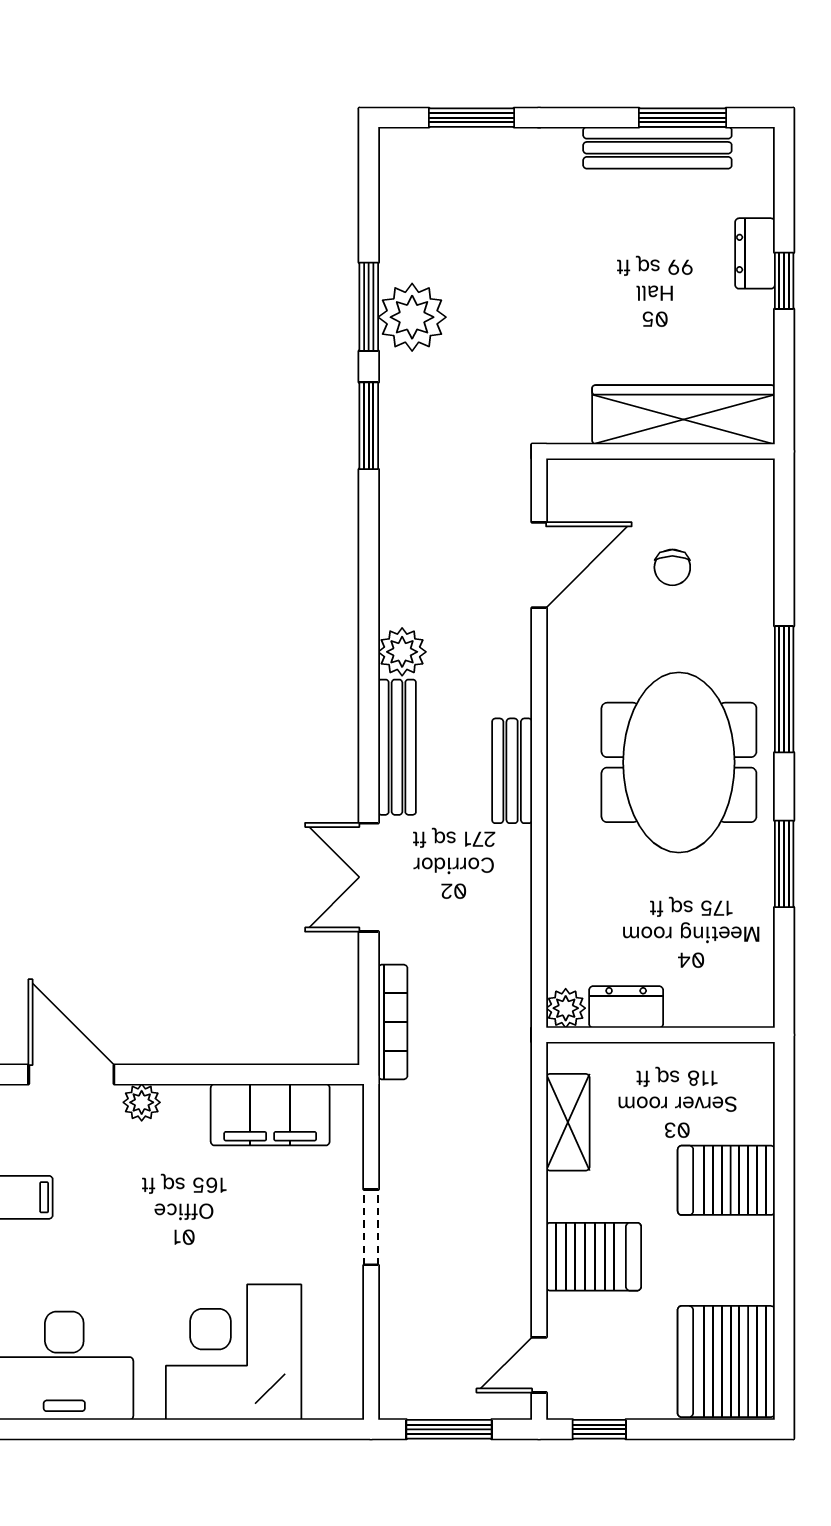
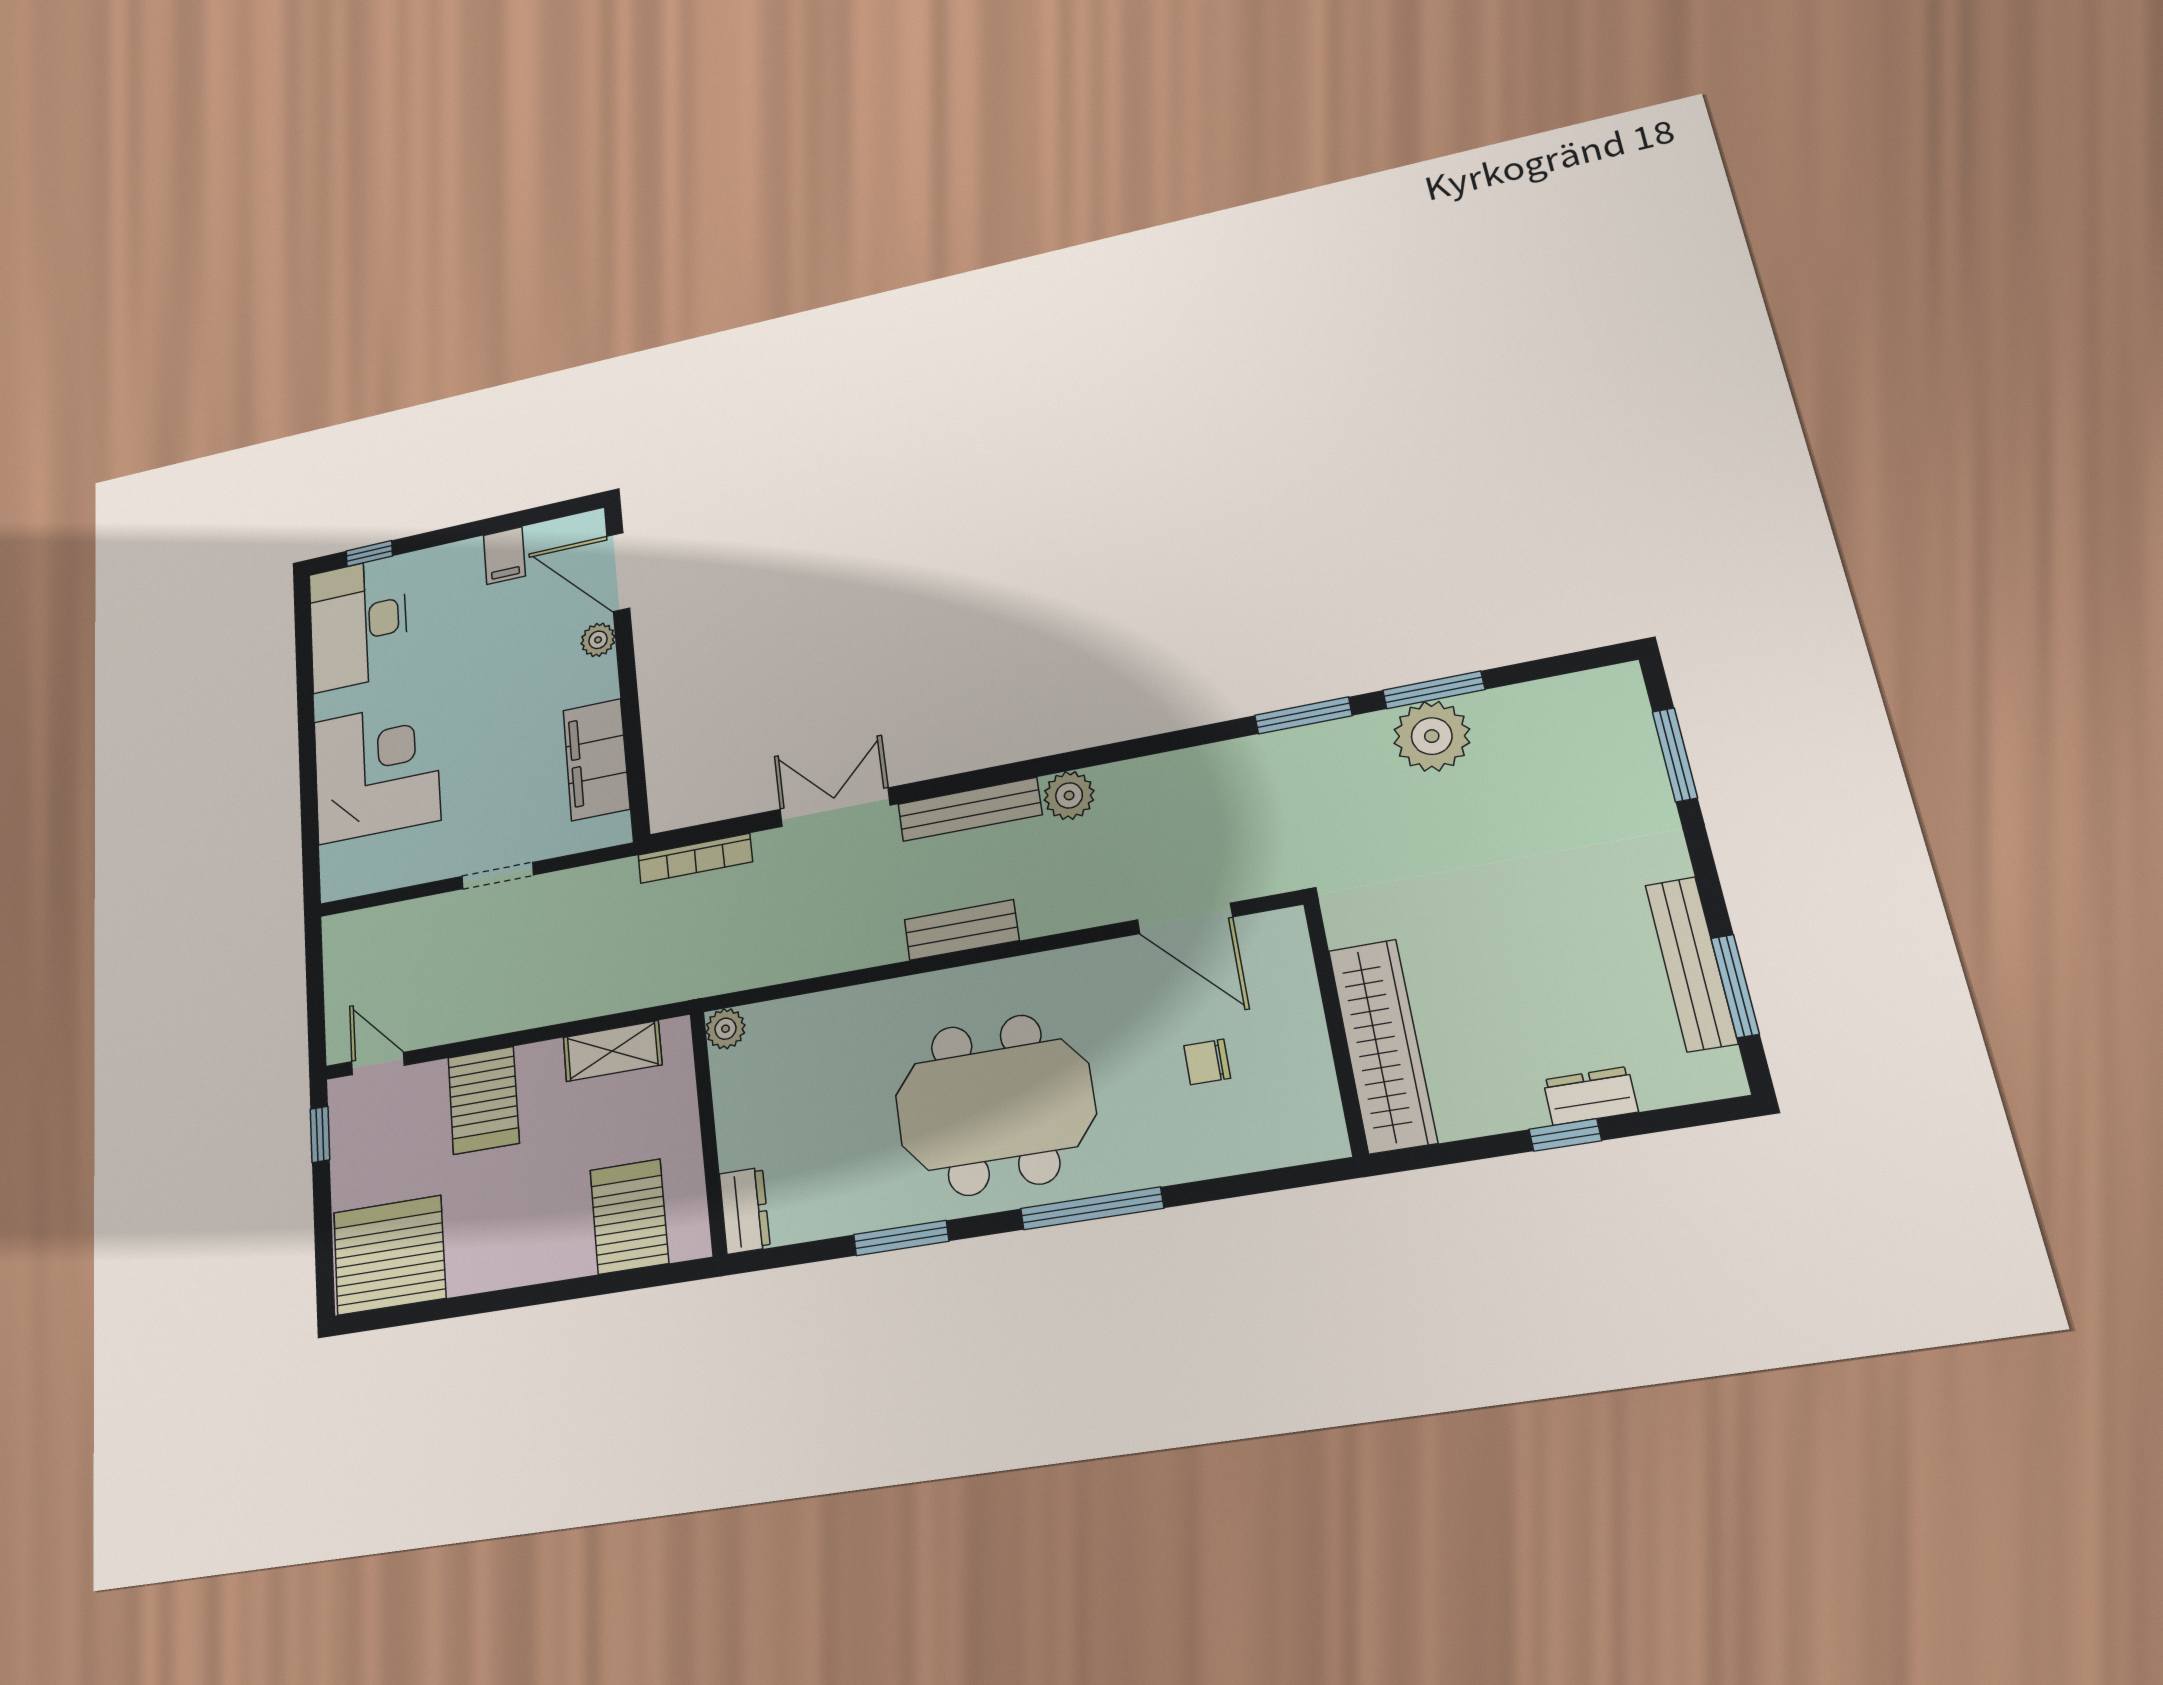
dresser: (626, 1007) -> (745, 1211), moved
door: (71, 1075) -> (618, 572), swing flipped
server rack: (726, 1180) -> (629, 1216), moved
window: (449, 1429) -> (315, 986), removed

